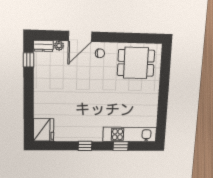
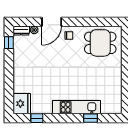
kitchen unit: (130, 134) -> (77, 107), moved
window: (85, 146) -> (37, 118), moved

